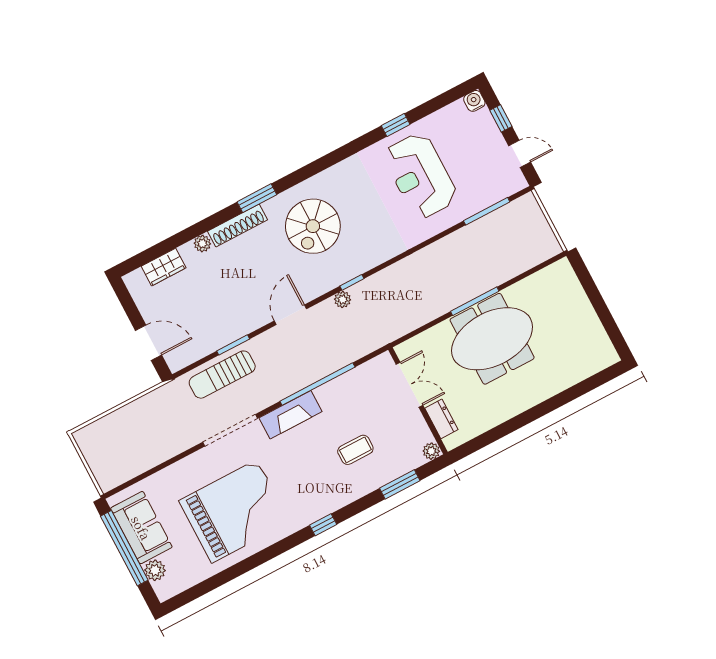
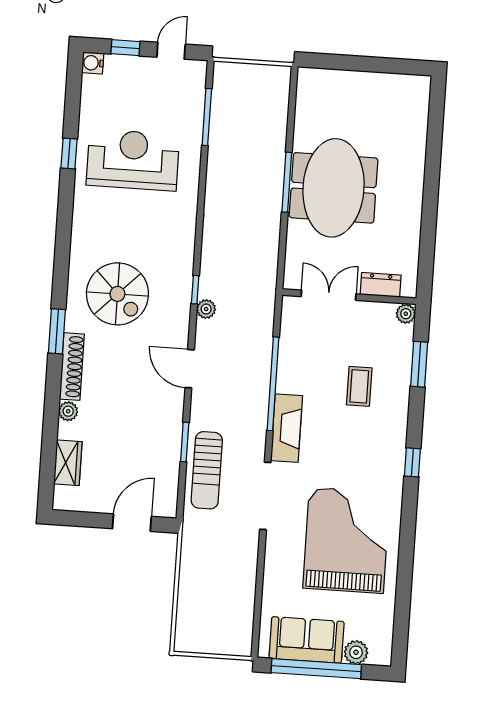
reception desk: (420, 176) -> (133, 160), turned 180

